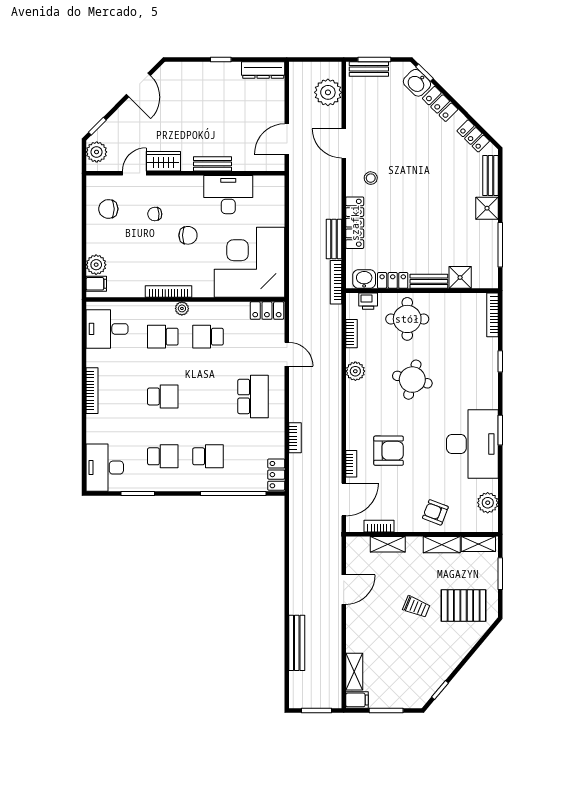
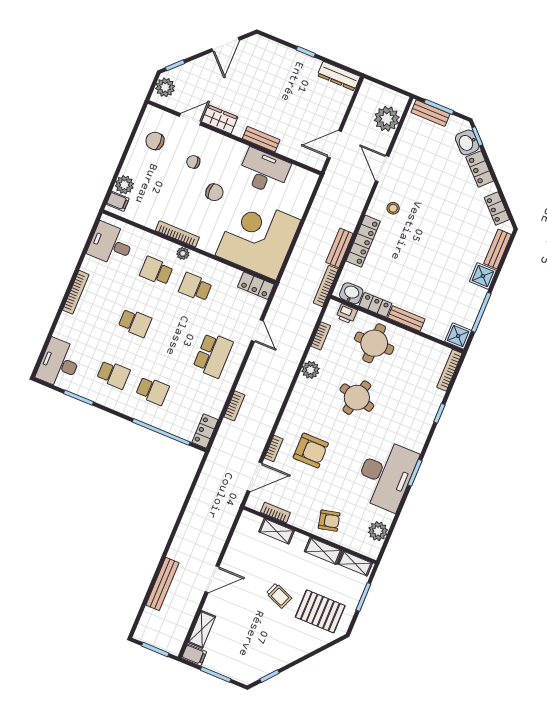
shower: (460, 277) -> (458, 336), moved
armchair: (435, 512) -> (329, 521), turned 146
door: (344, 590) -> (212, 579), moved

